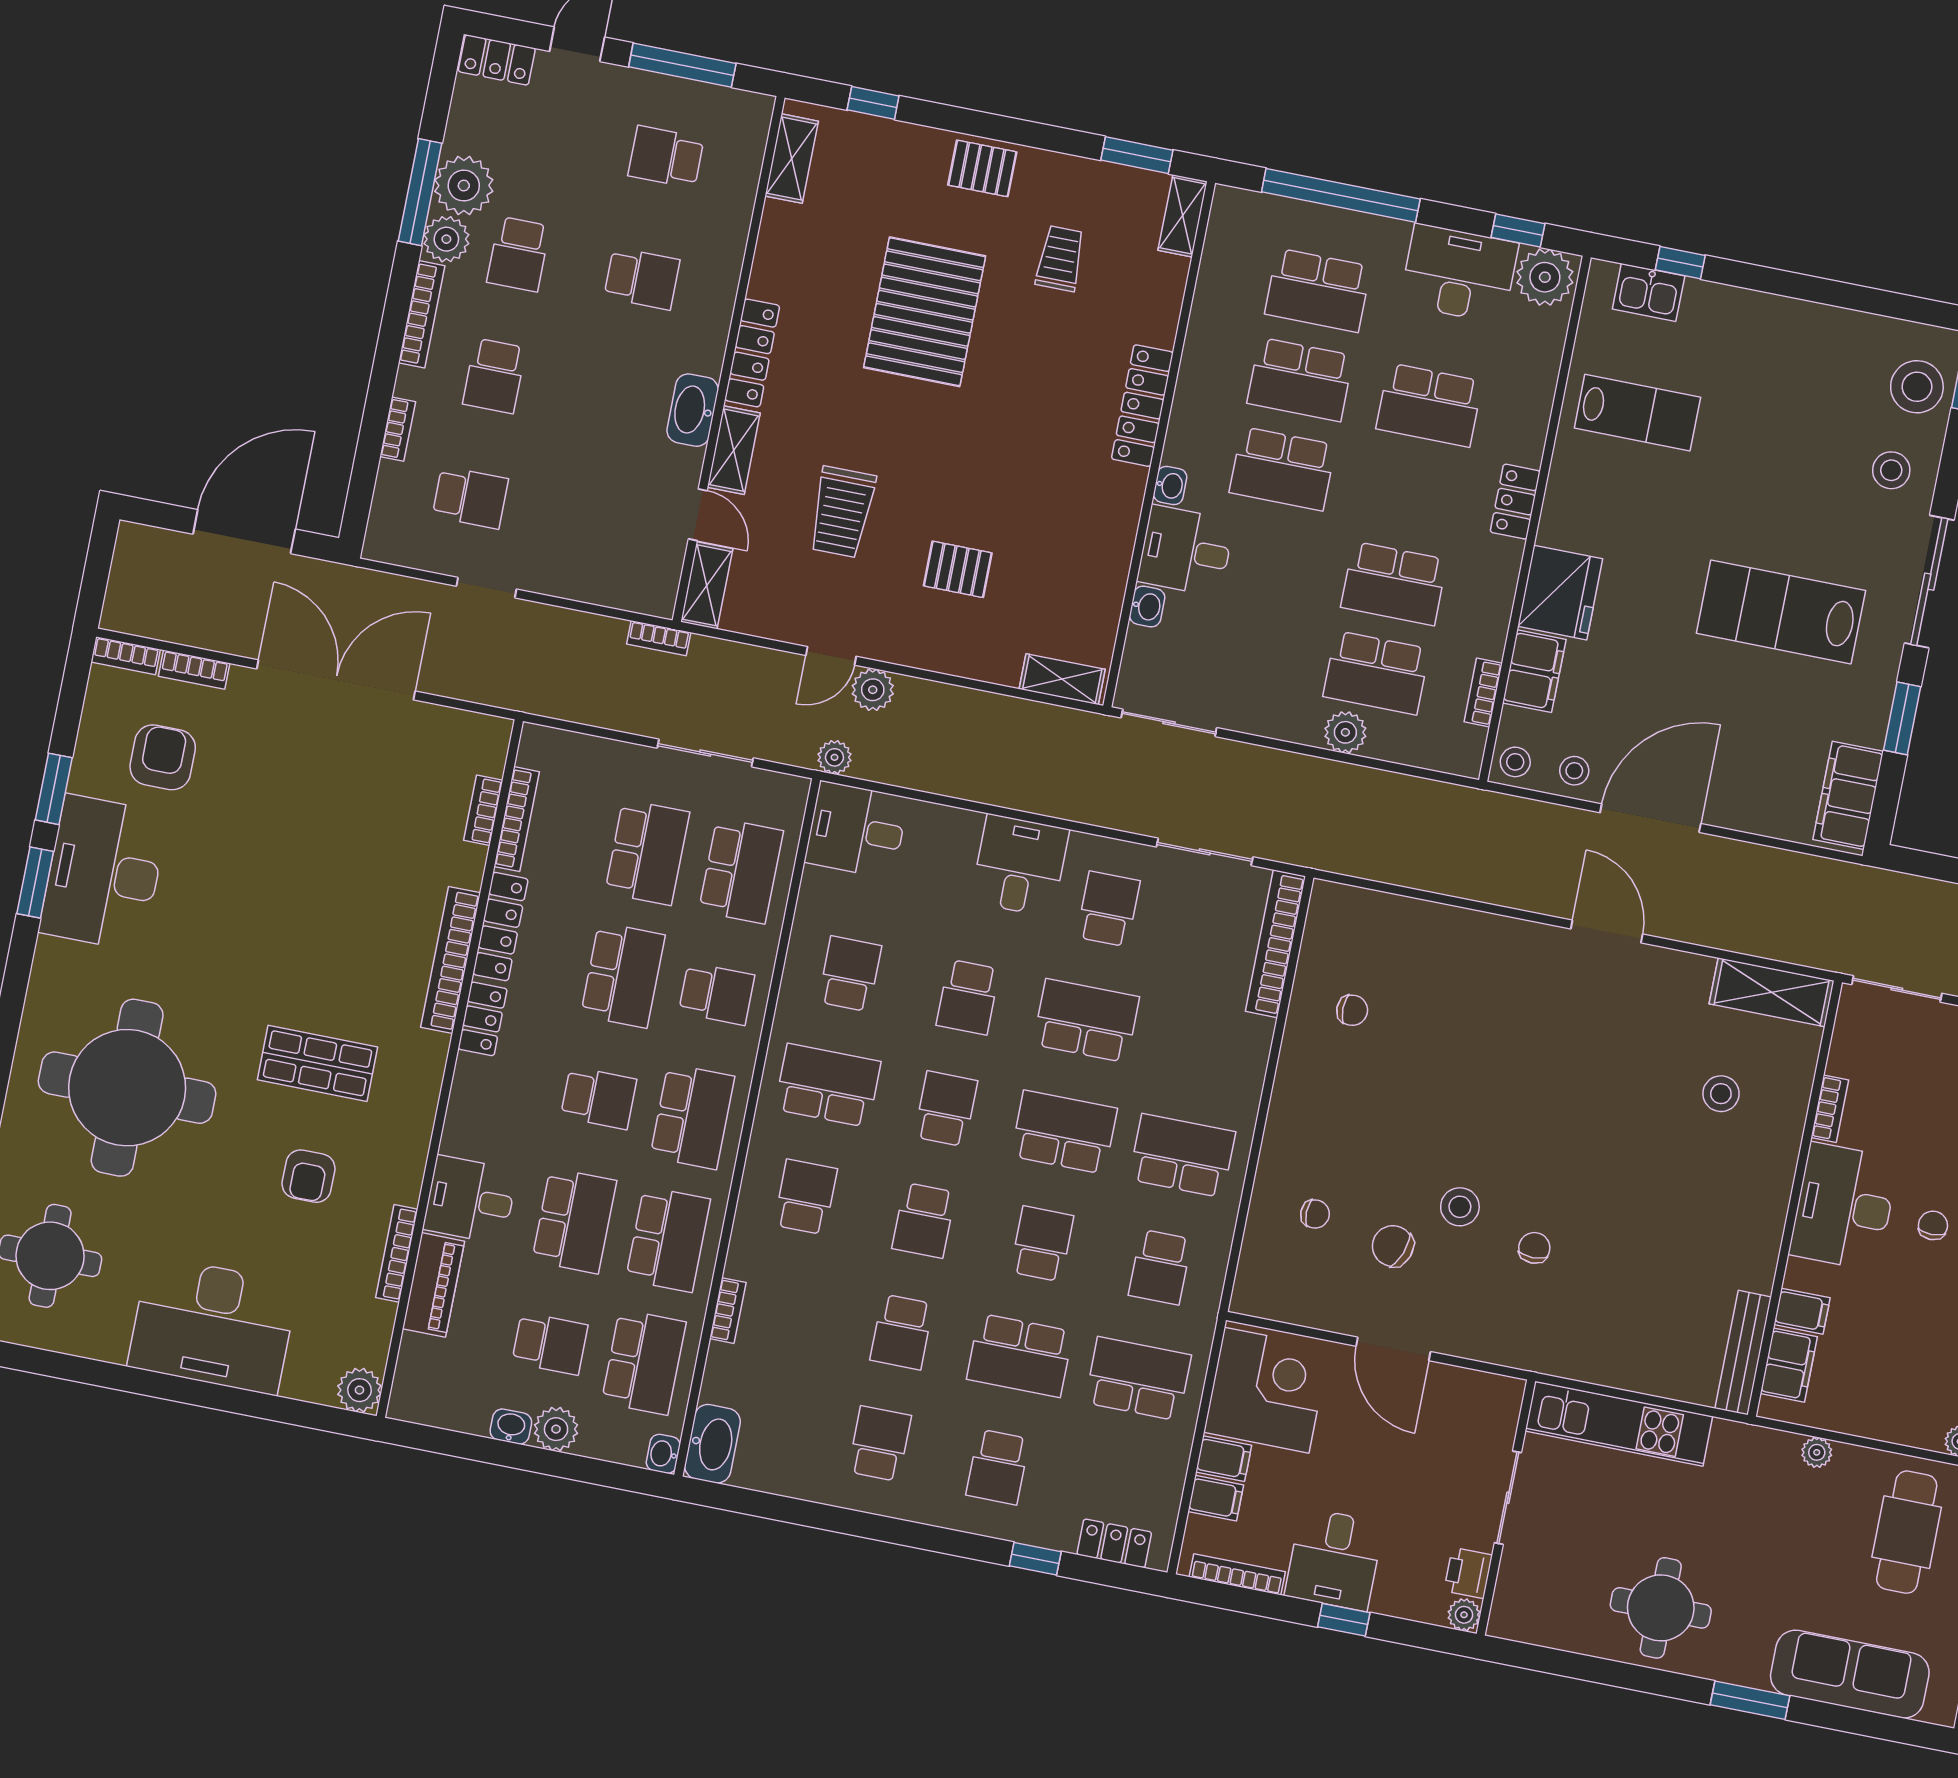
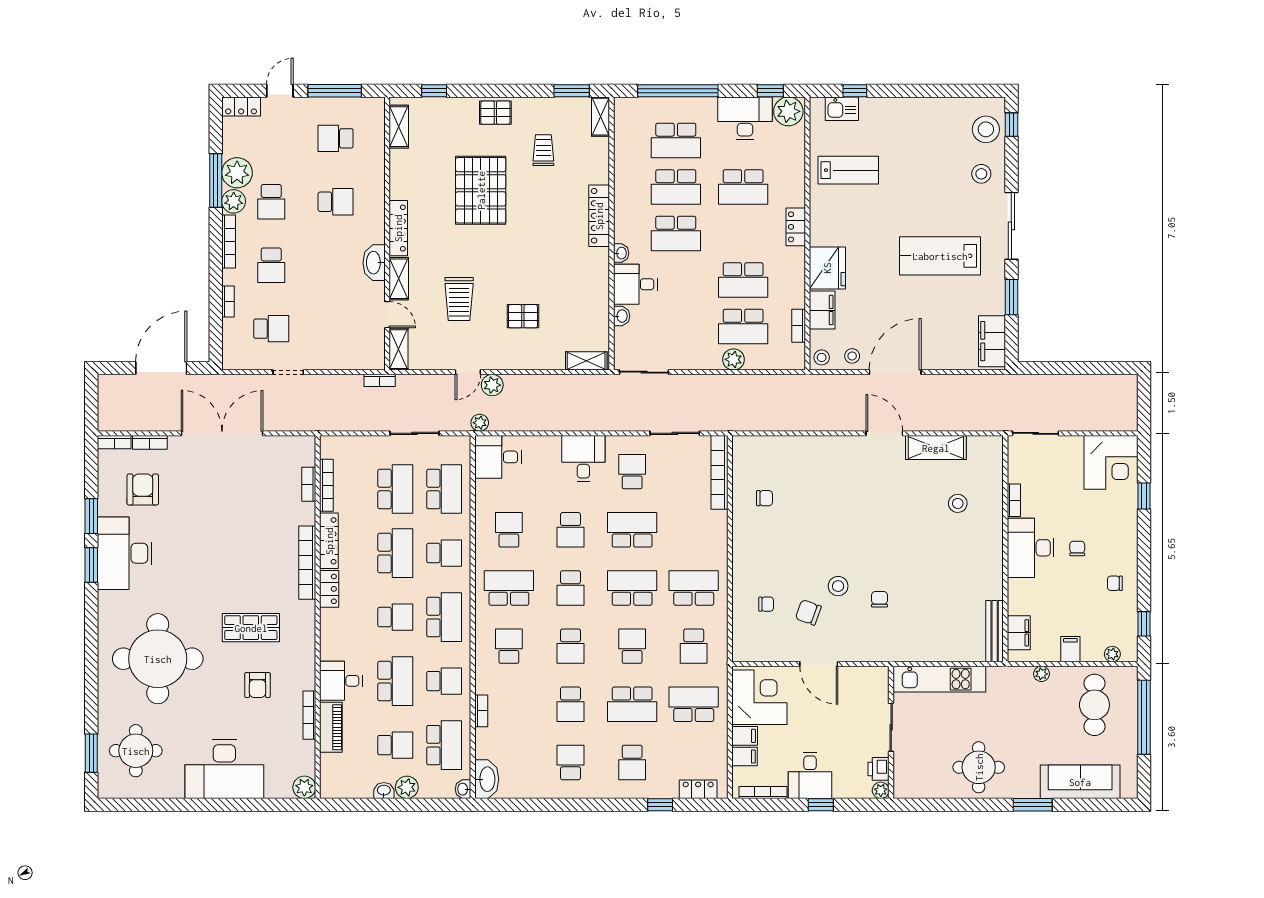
shelving: (1772, 992) -> (936, 448), moved
school desk: (946, 1109) -> (570, 588), turned 180
school desk: (668, 1239) -> (444, 681), width x0.54
filing cabinet: (1802, 1311) -> (1070, 649), moved, turned -90

